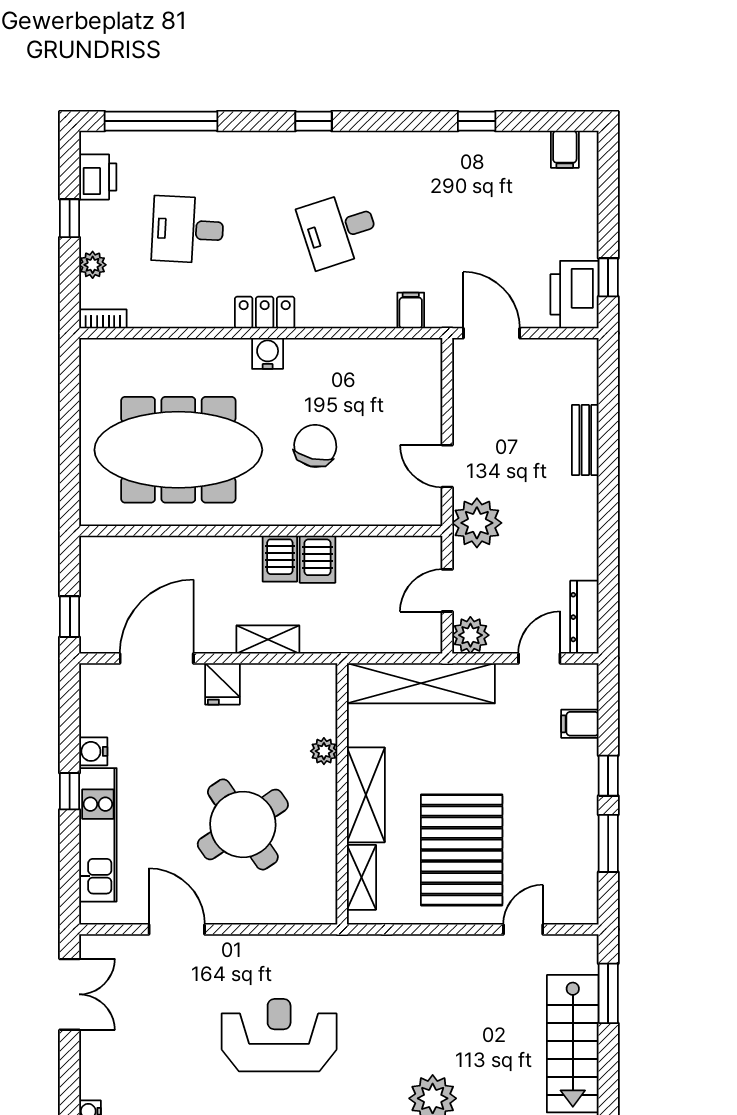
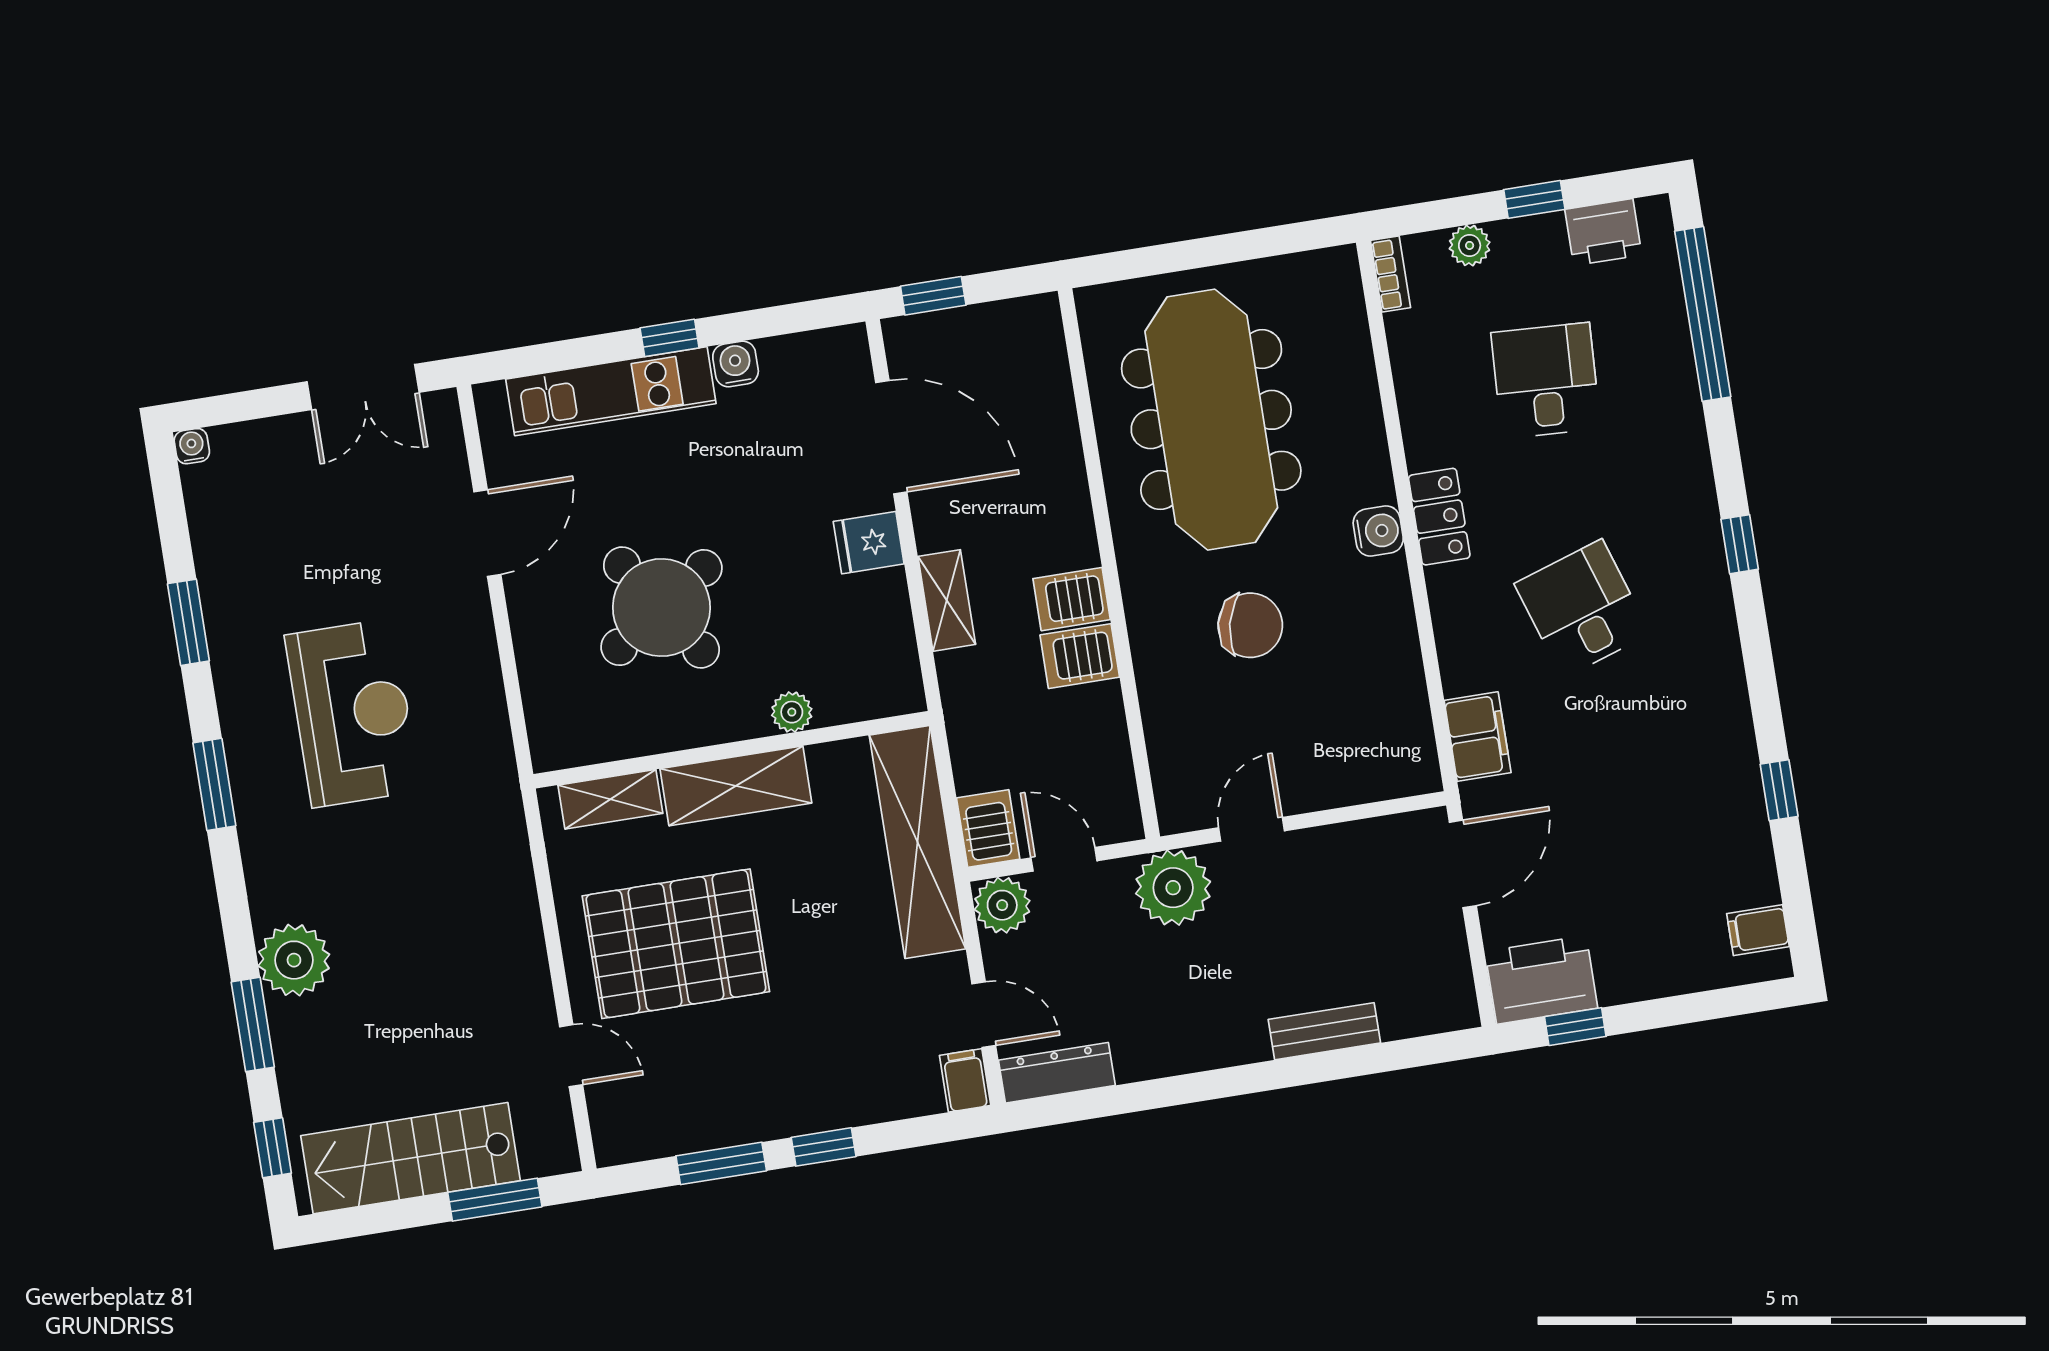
filing cabinet: (411, 310) -> (1478, 737), width x2.00
server rack: (419, 636) -> (988, 828), added
filing cabinet: (580, 724) -> (965, 1080), moved

